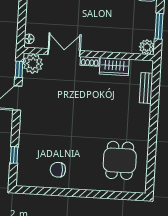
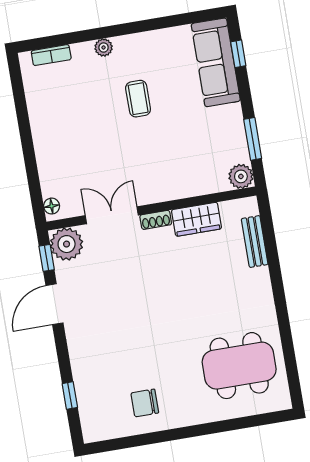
dining table: (120, 160) -> (239, 366), width x1.38

